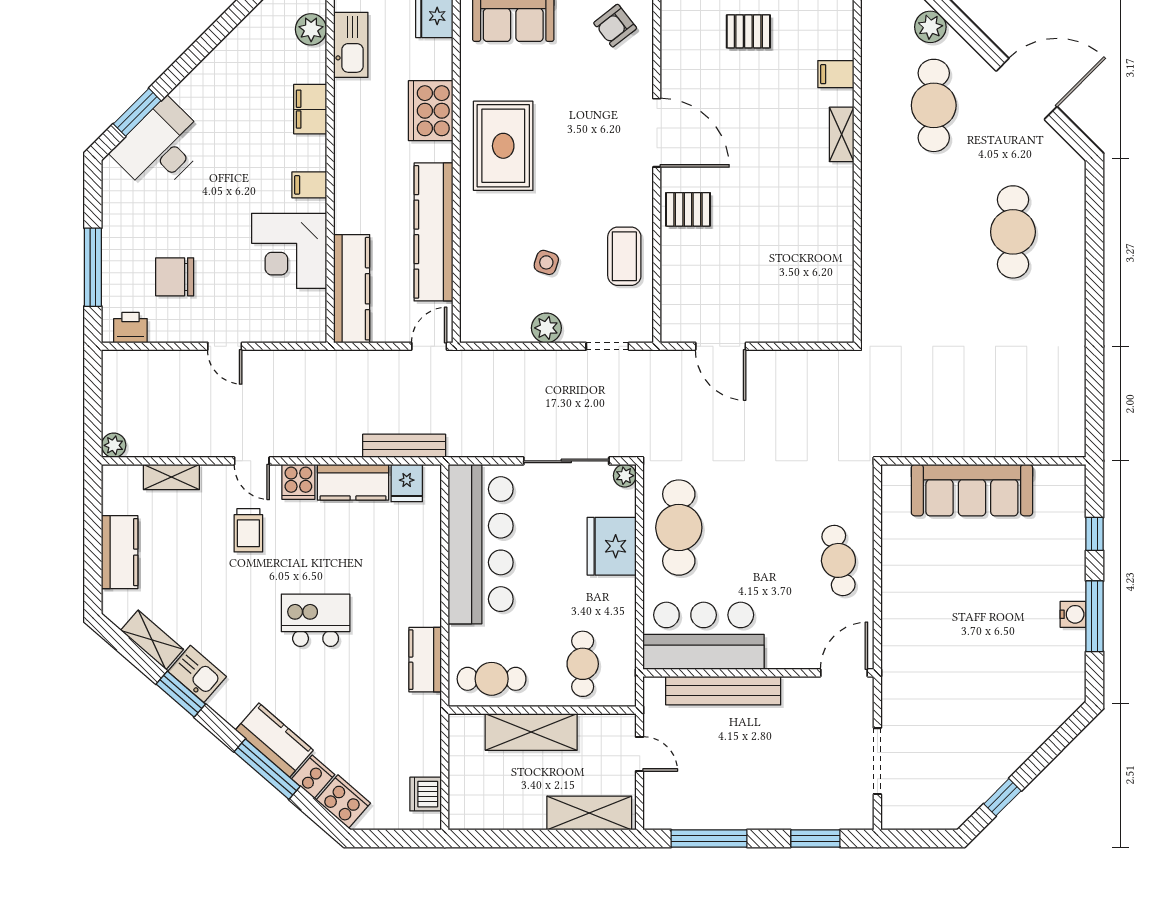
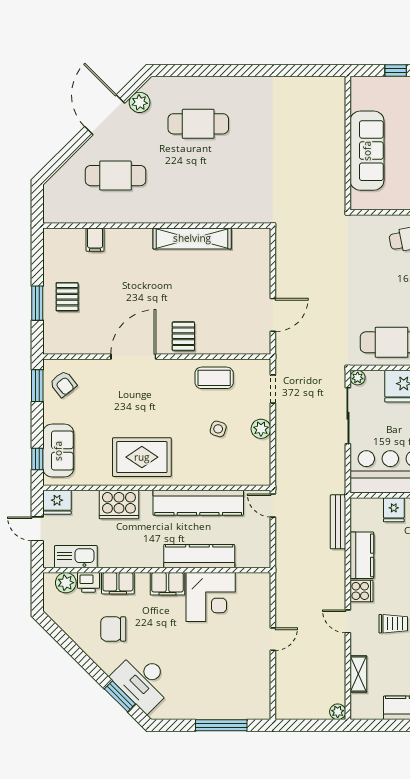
plant: (930, 27) -> (140, 102), moved
shelving: (842, 134) -> (192, 238), moved, width x2.20, depth x1.33
filing cabinet: (309, 185) -> (167, 584), width x2.00
chair: (175, 277) -> (113, 629), moved, turned 90
kitchen counter: (352, 289) -> (199, 556), moved
printer: (130, 328) -> (88, 582), moved, turned -90
door: (252, 461) -> (348, 621), swing flipped
fridge: (407, 483) -> (394, 510), moved, turned 90

